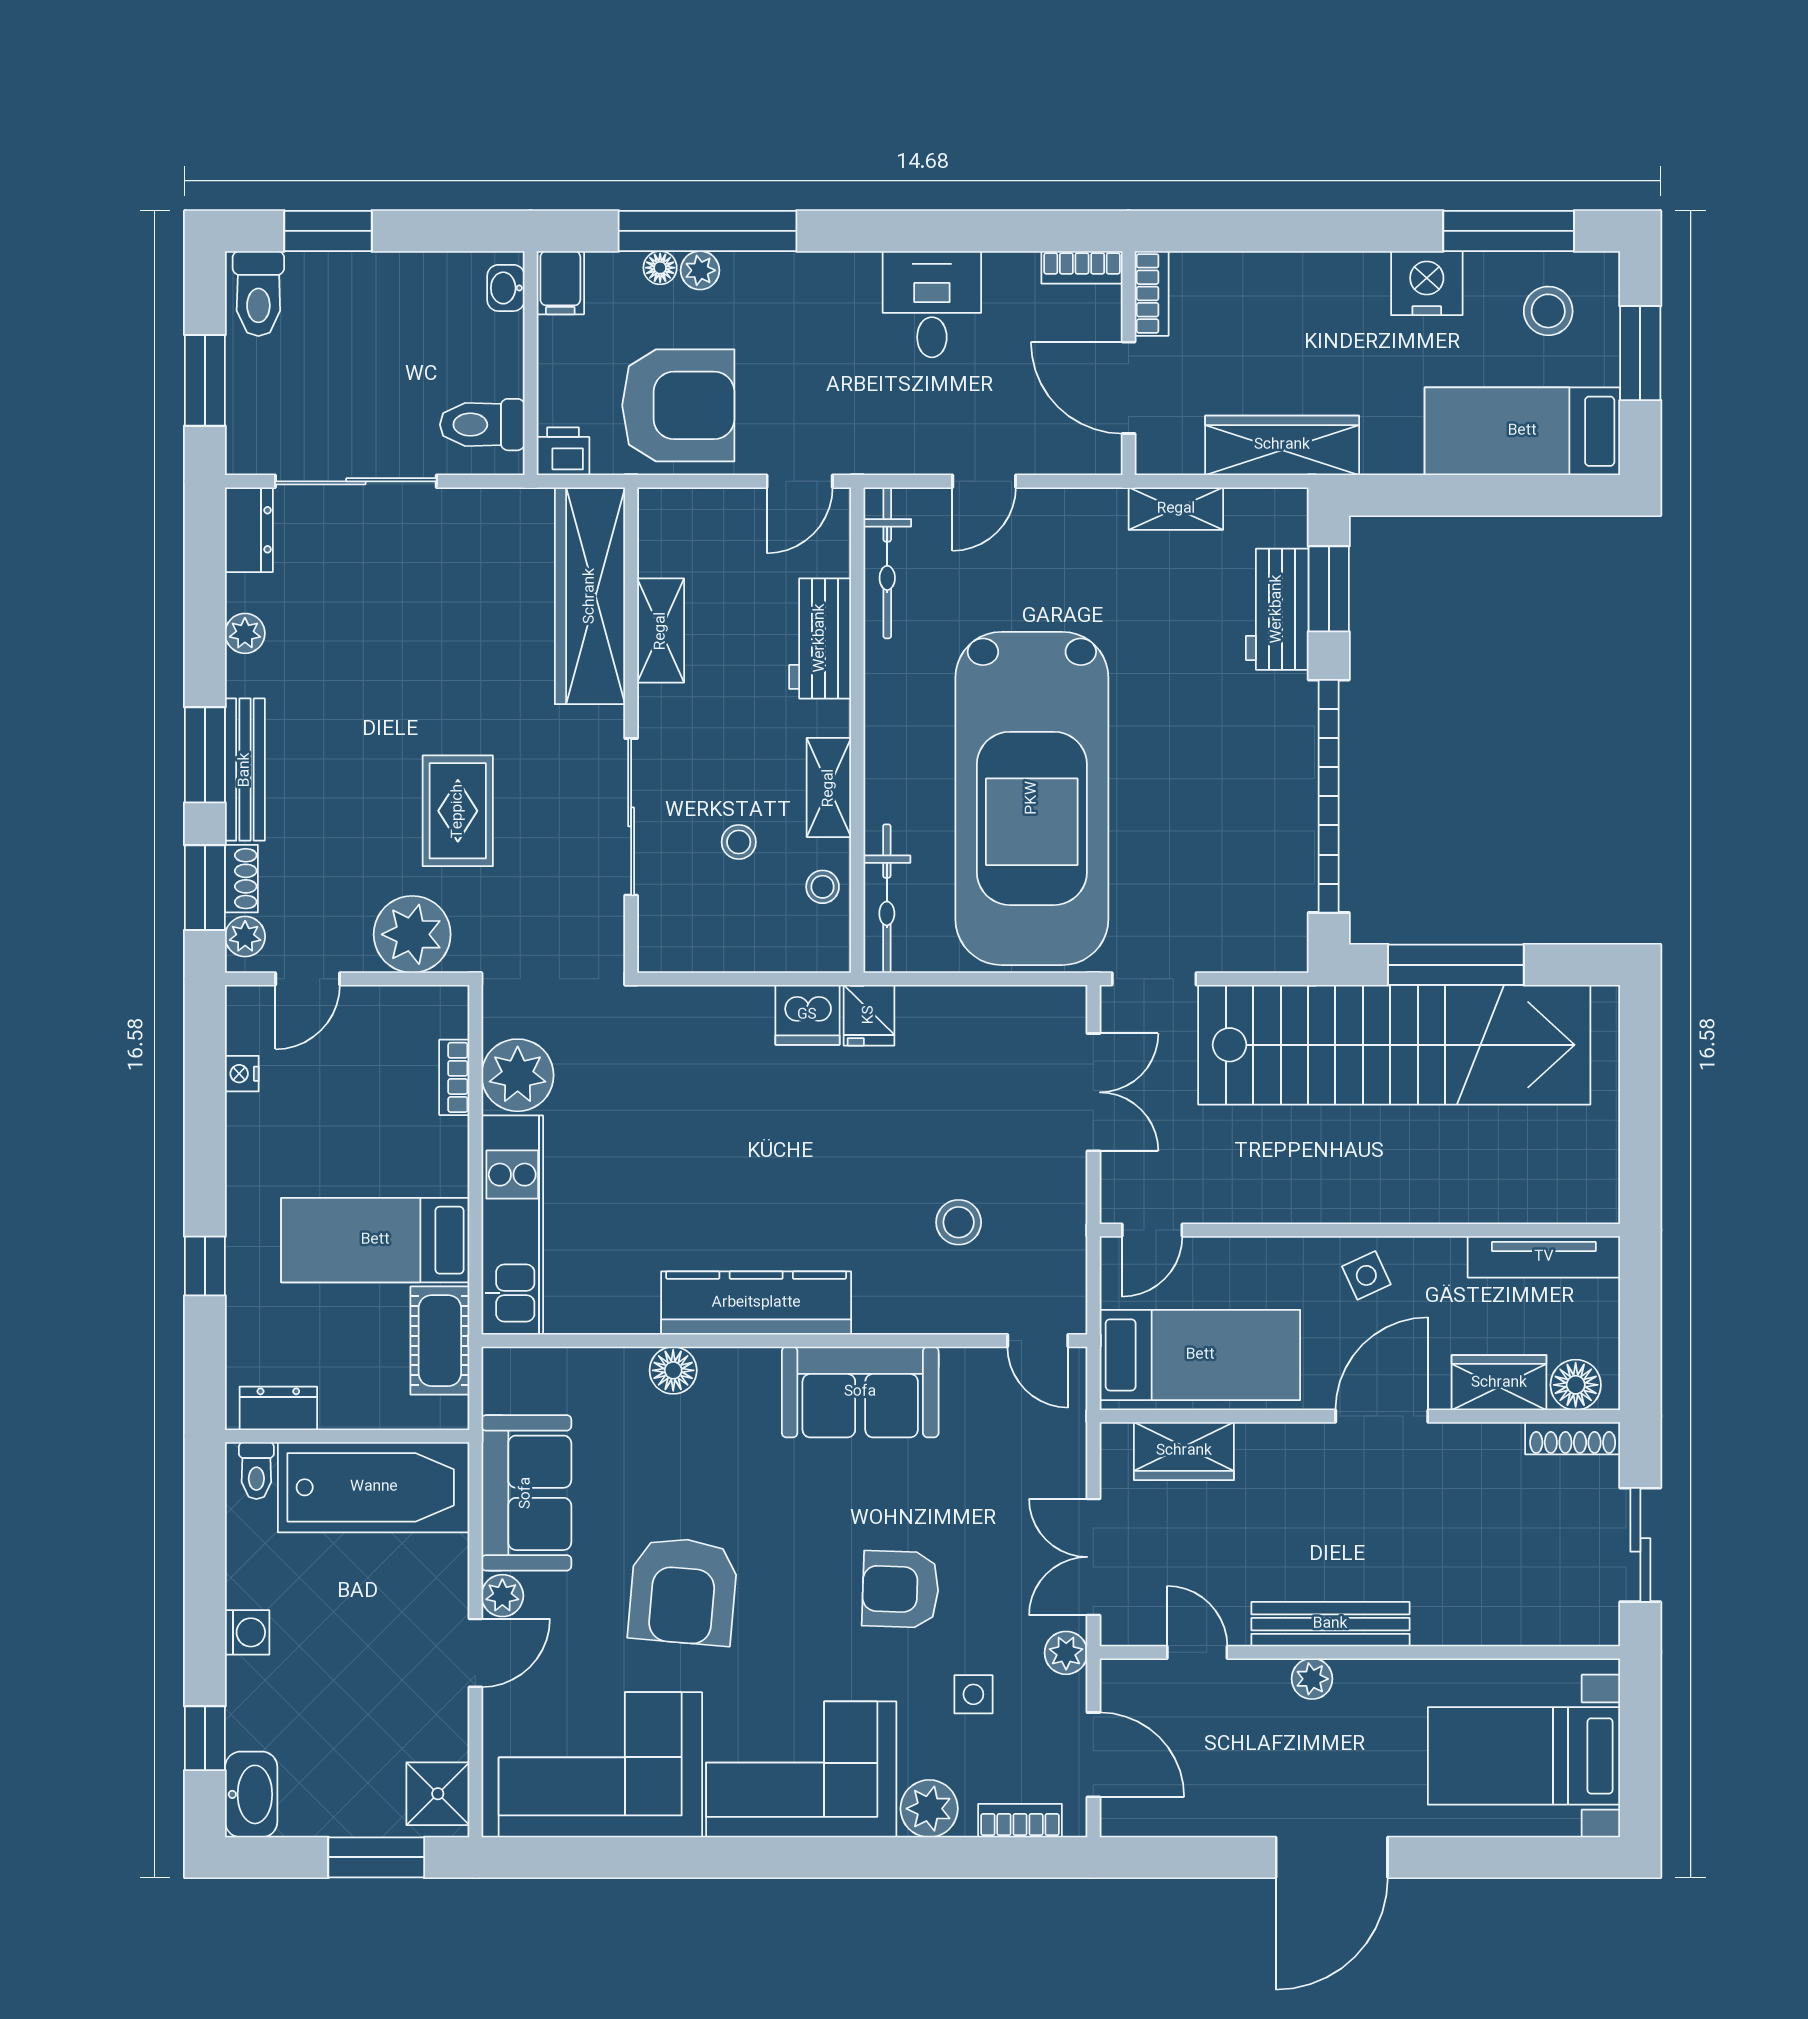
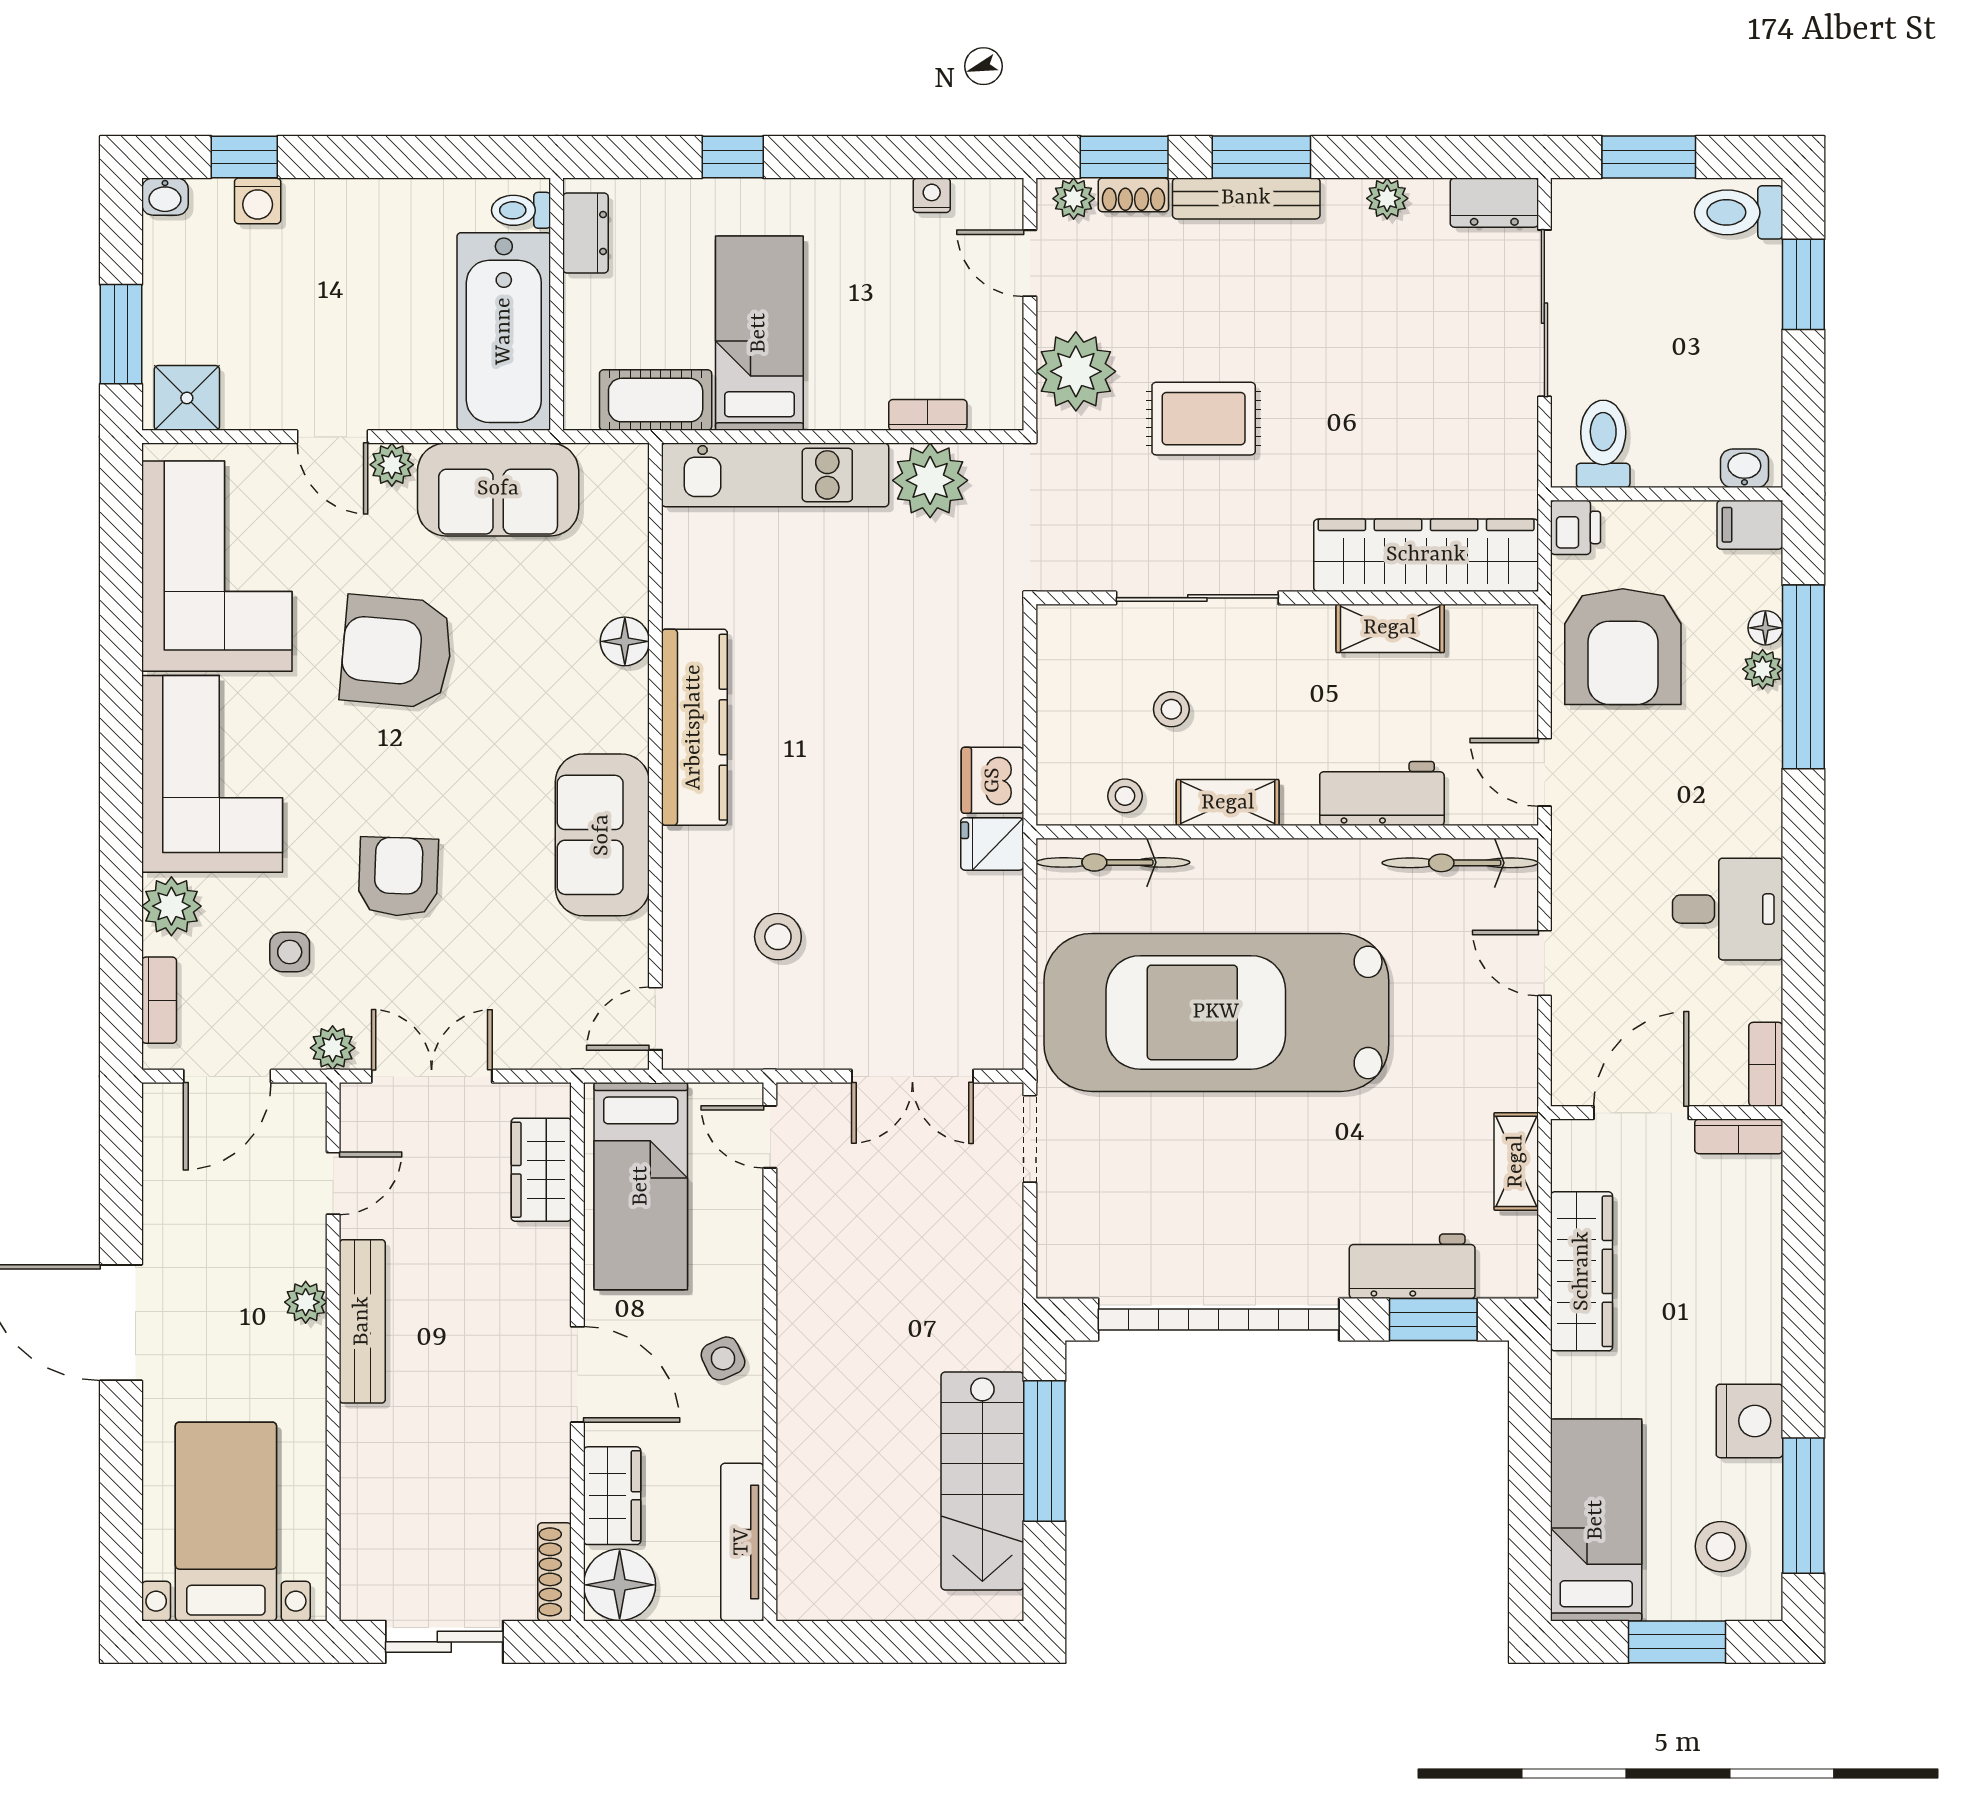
stairs: (1394, 1045) -> (982, 1481), width x0.54, depth x0.66
floor lamp: (1576, 1385) -> (620, 1585), width x1.38, depth x1.38
washing machine: (247, 1632) -> (258, 201), moved
washbasin: (251, 1794) -> (165, 197), width x0.52, depth x0.69

